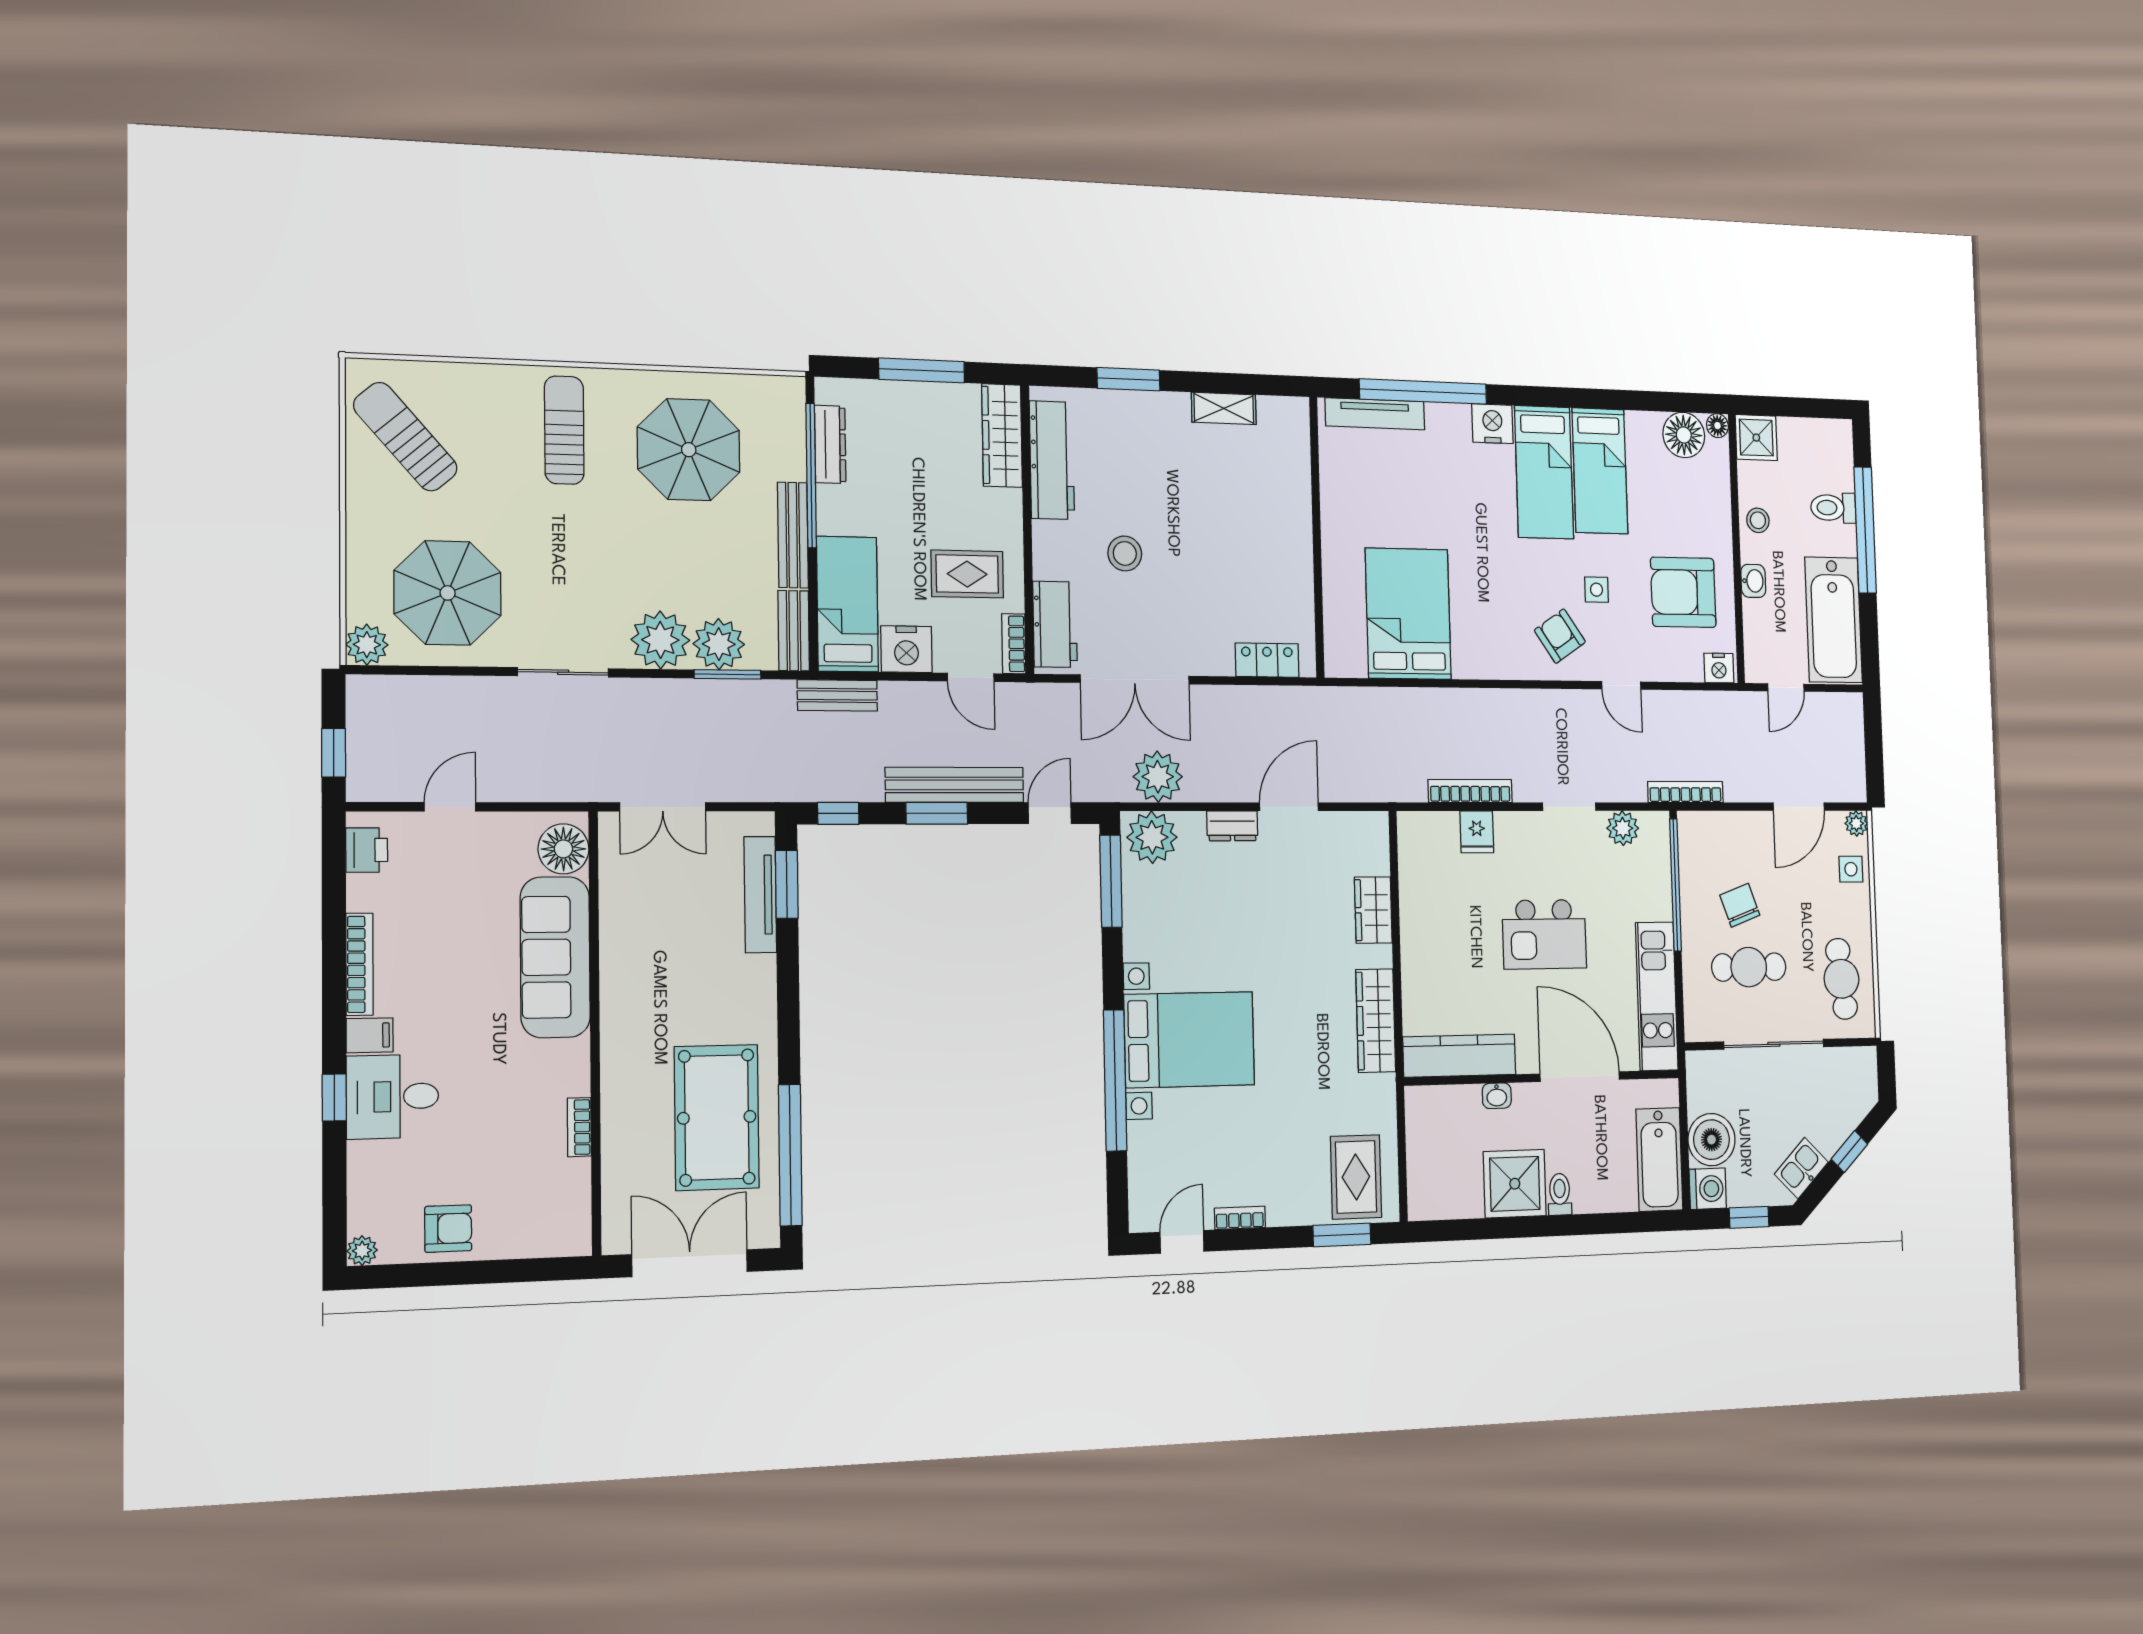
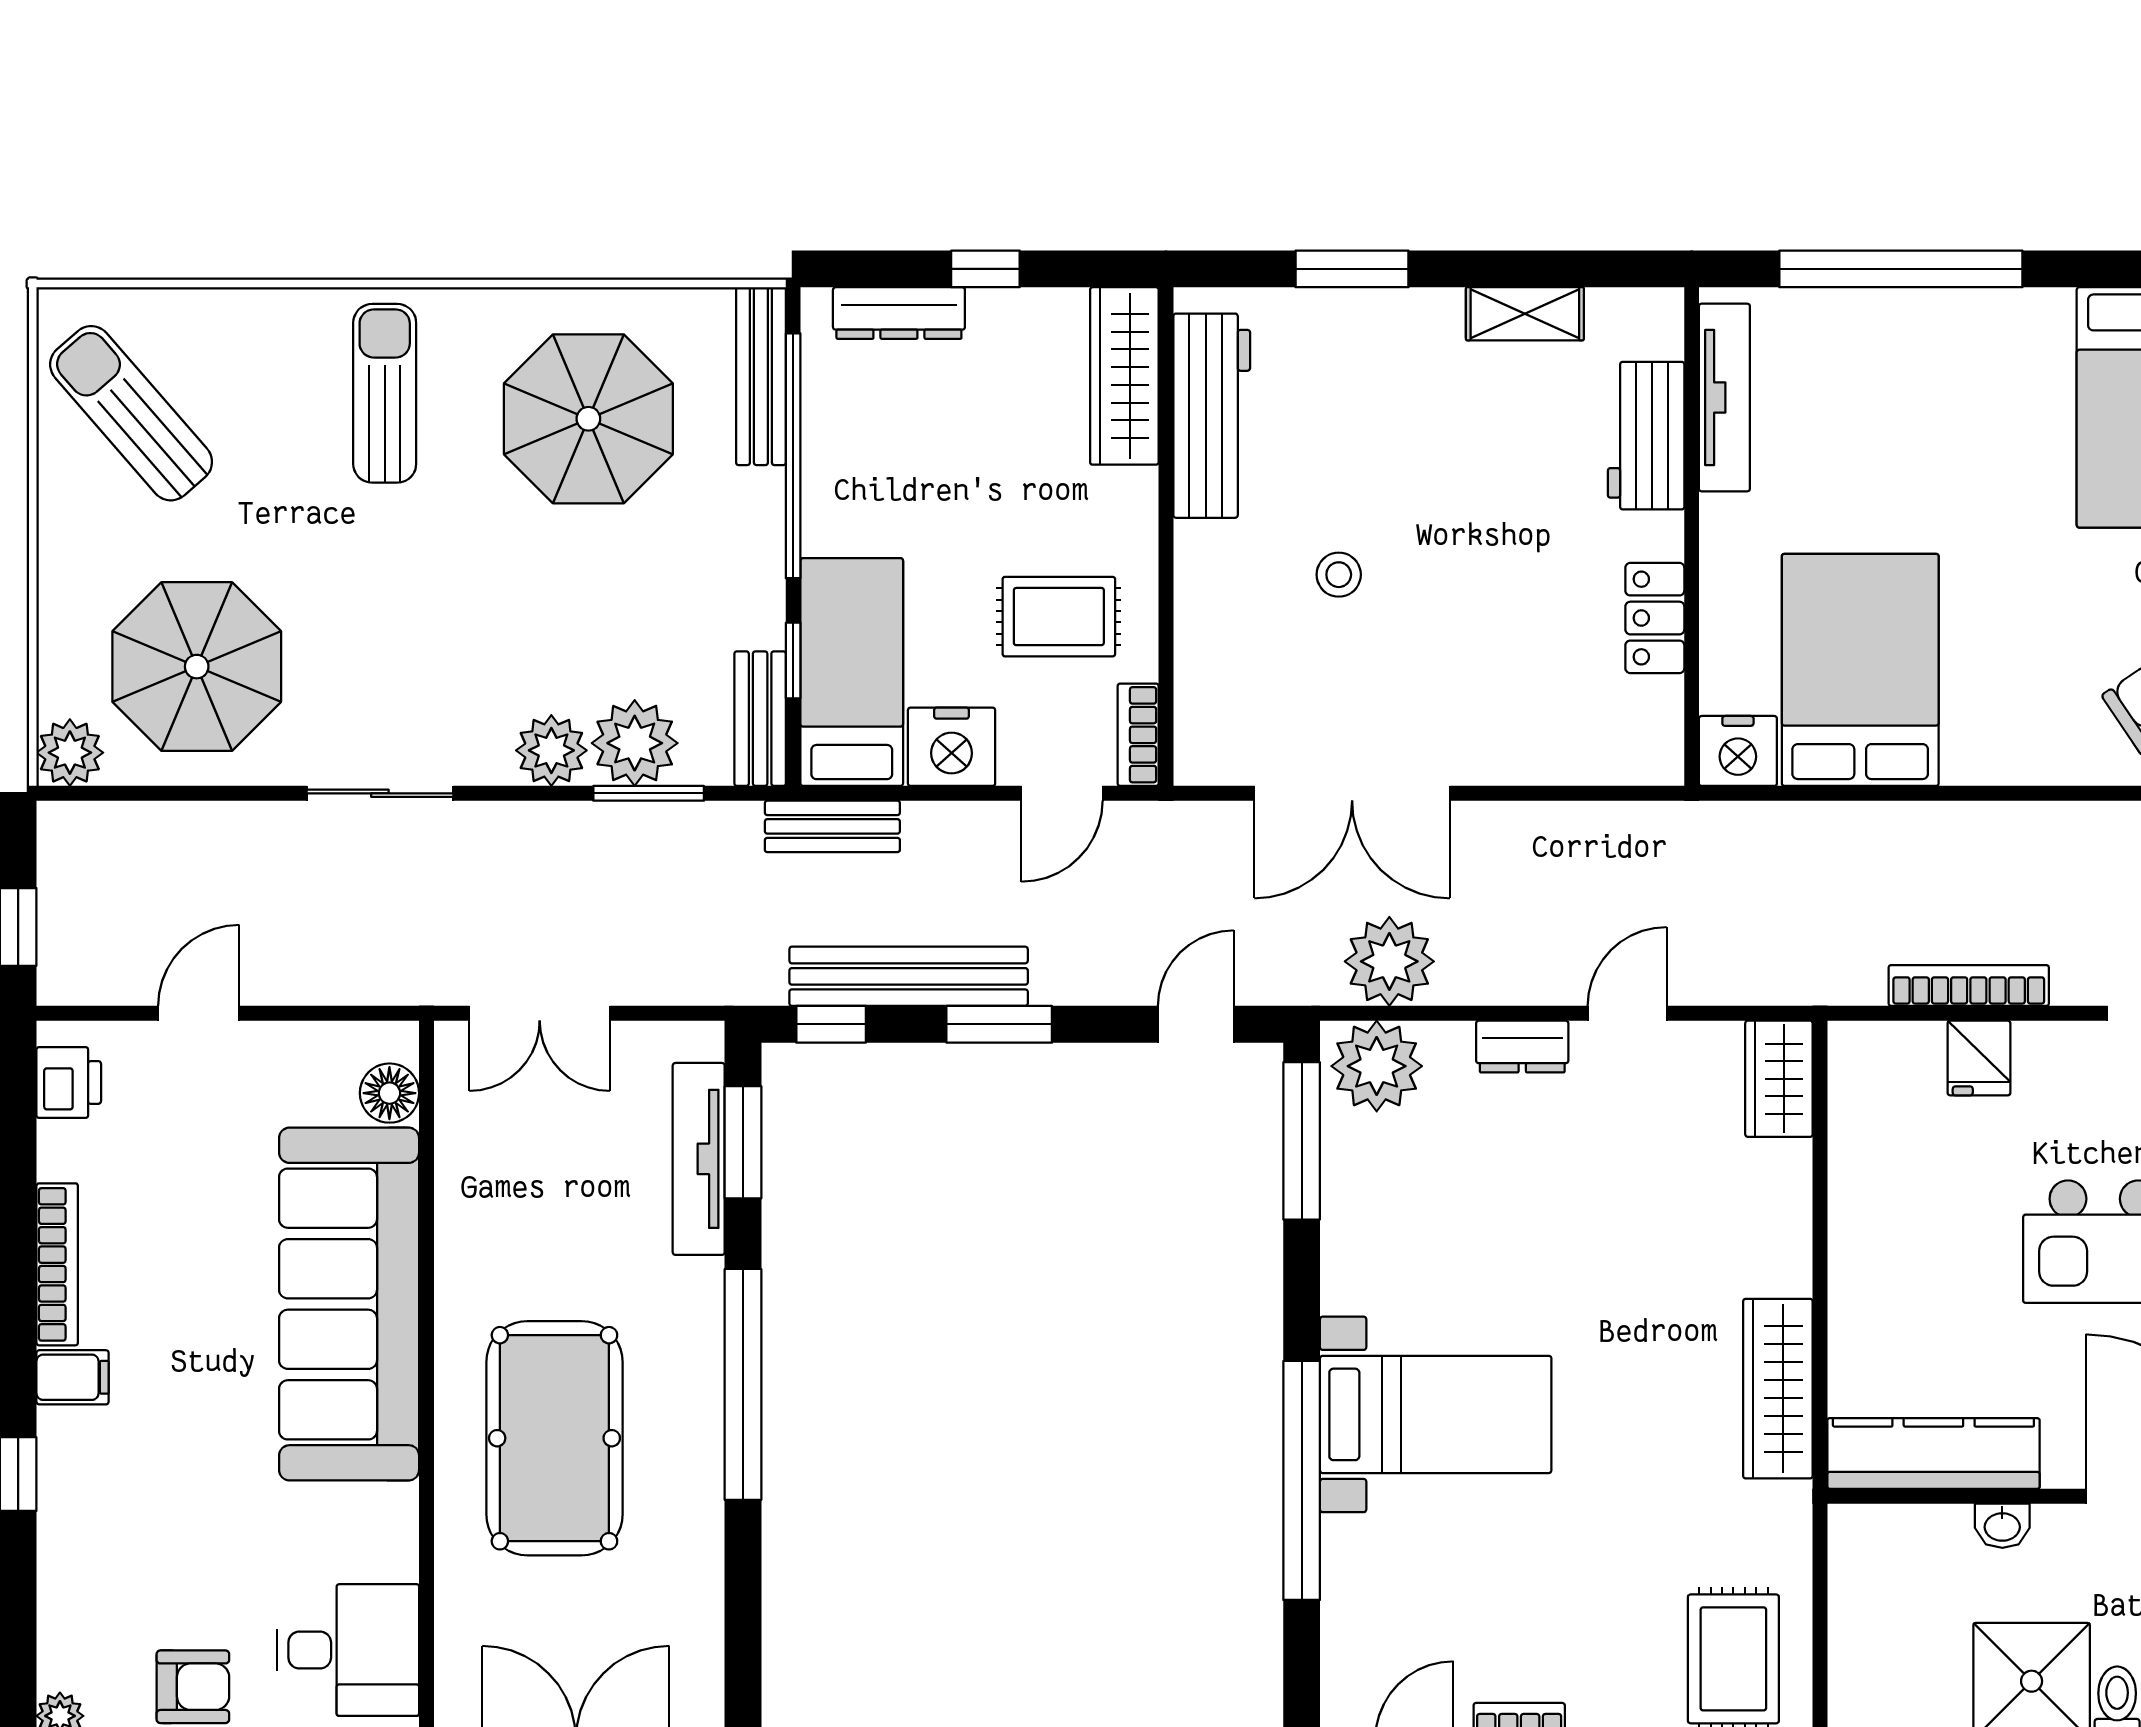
window: (922, 370) -> (985, 269), width x0.46
tv unit: (1375, 414) -> (1724, 397), moved, turned -90
nightstand: (1492, 424) -> (1738, 751), moved, turned 180
dresser: (830, 444) -> (899, 313), moved, turned 90
bench: (793, 535) -> (761, 376), moved
stool: (1125, 553) -> (1339, 575), width x0.73, depth x0.73
window: (813, 597) -> (793, 660), added
workbench: (1055, 624) -> (1646, 436), moved, turned 180
plant: (660, 640) -> (551, 750), width x0.73, depth x0.73
locker: (1267, 660) -> (1655, 618), moved, turned -90
door: (971, 677) -> (1062, 793), hinge flipped
bench: (955, 785) -> (909, 976), moved
door: (1289, 807) -> (1627, 1013), width x0.73
floor lamp: (563, 849) -> (389, 1093), width x0.73, depth x0.73
wardrobe: (1373, 910) -> (1779, 1079), moved
sofa: (555, 957) -> (349, 1304), width x1.36, depth x1.27
bed with nightstands: (1189, 1040) -> (1436, 1414), width x0.73
desk: (393, 1097) -> (348, 1650), moved, turned 180
pool table: (717, 1117) -> (554, 1438), moved
bookcase: (579, 1127) -> (400, 1532), removed
window: (790, 1155) -> (743, 1384), moved

